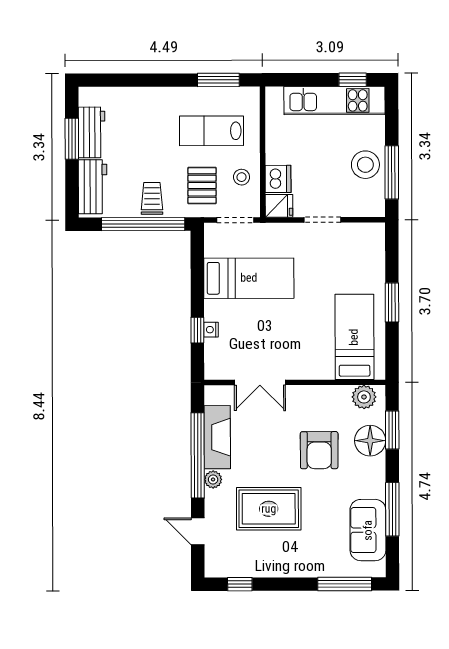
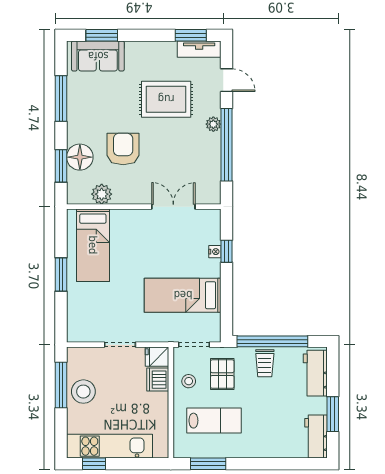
workbench: (92, 132) -> (316, 437), moved
plant: (364, 397) -> (102, 194), moved
fireplace: (217, 437) -> (210, 160), removed
sofa: (368, 530) -> (98, 56), moved, turned 90
tv unit: (230, 568) -> (199, 49), added
window: (240, 584) -> (191, 35), width x1.50
window: (345, 584) -> (102, 35), width x0.69

